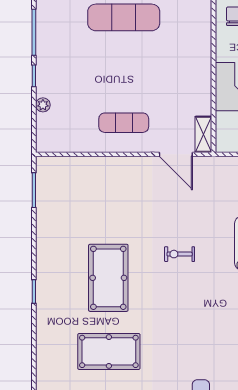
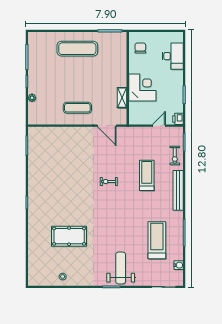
shelving: (203, 134) -> (122, 98), moved
pool table: (108, 278) -> (69, 195), removed

